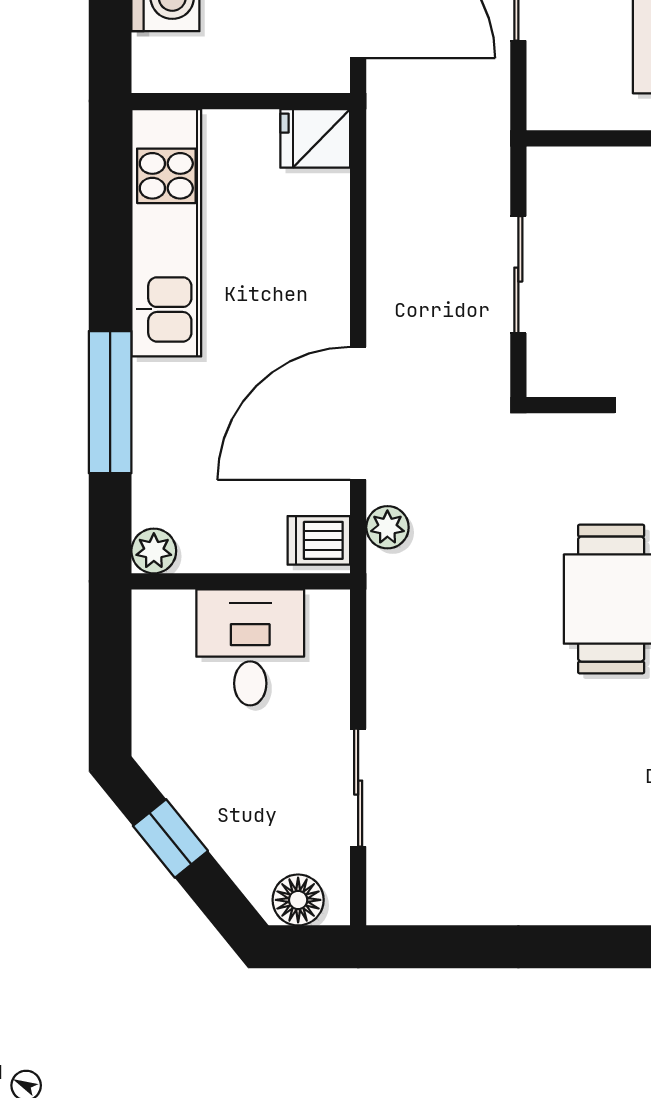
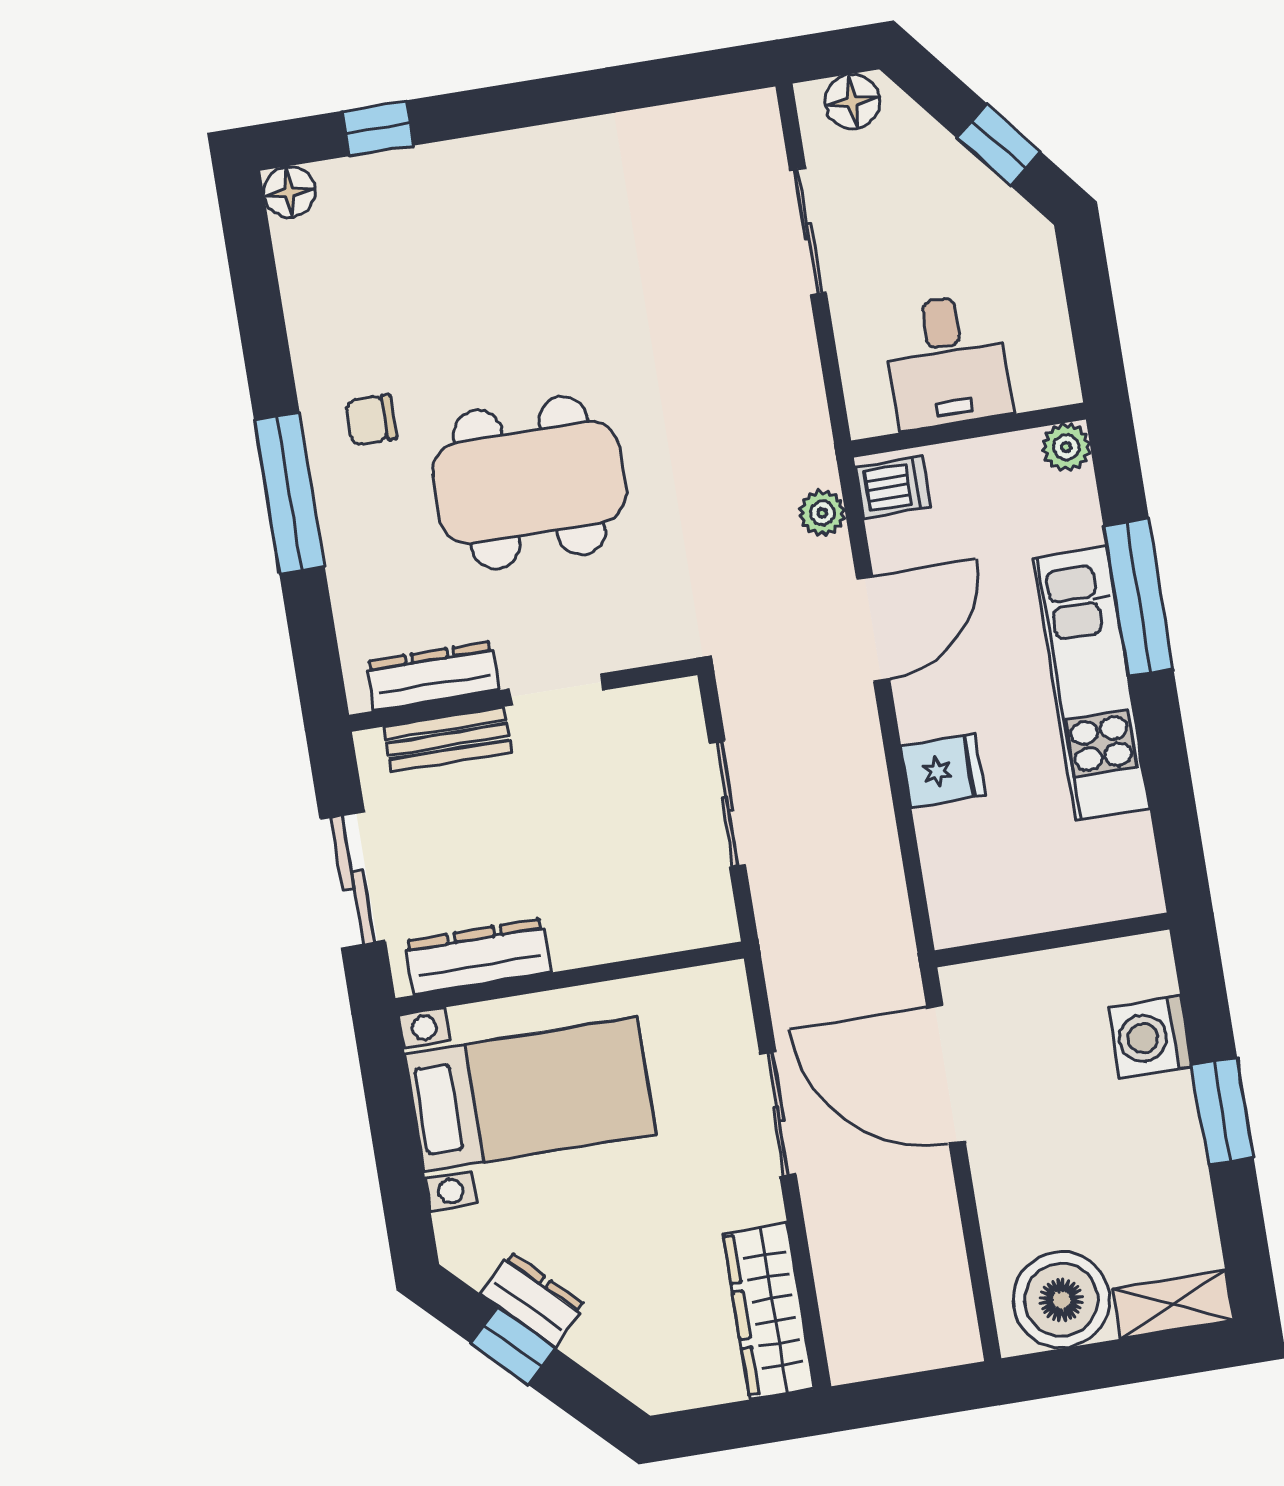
fridge: (315, 138) -> (943, 770), moved
kitchen unit: (166, 233) -> (1091, 683), moved
door: (358, 413) -> (873, 629), width x0.73

